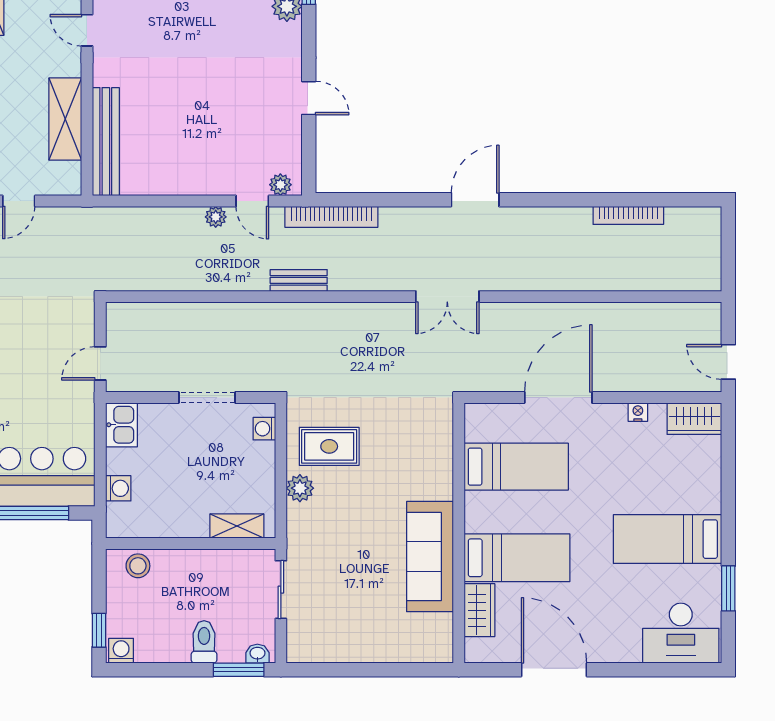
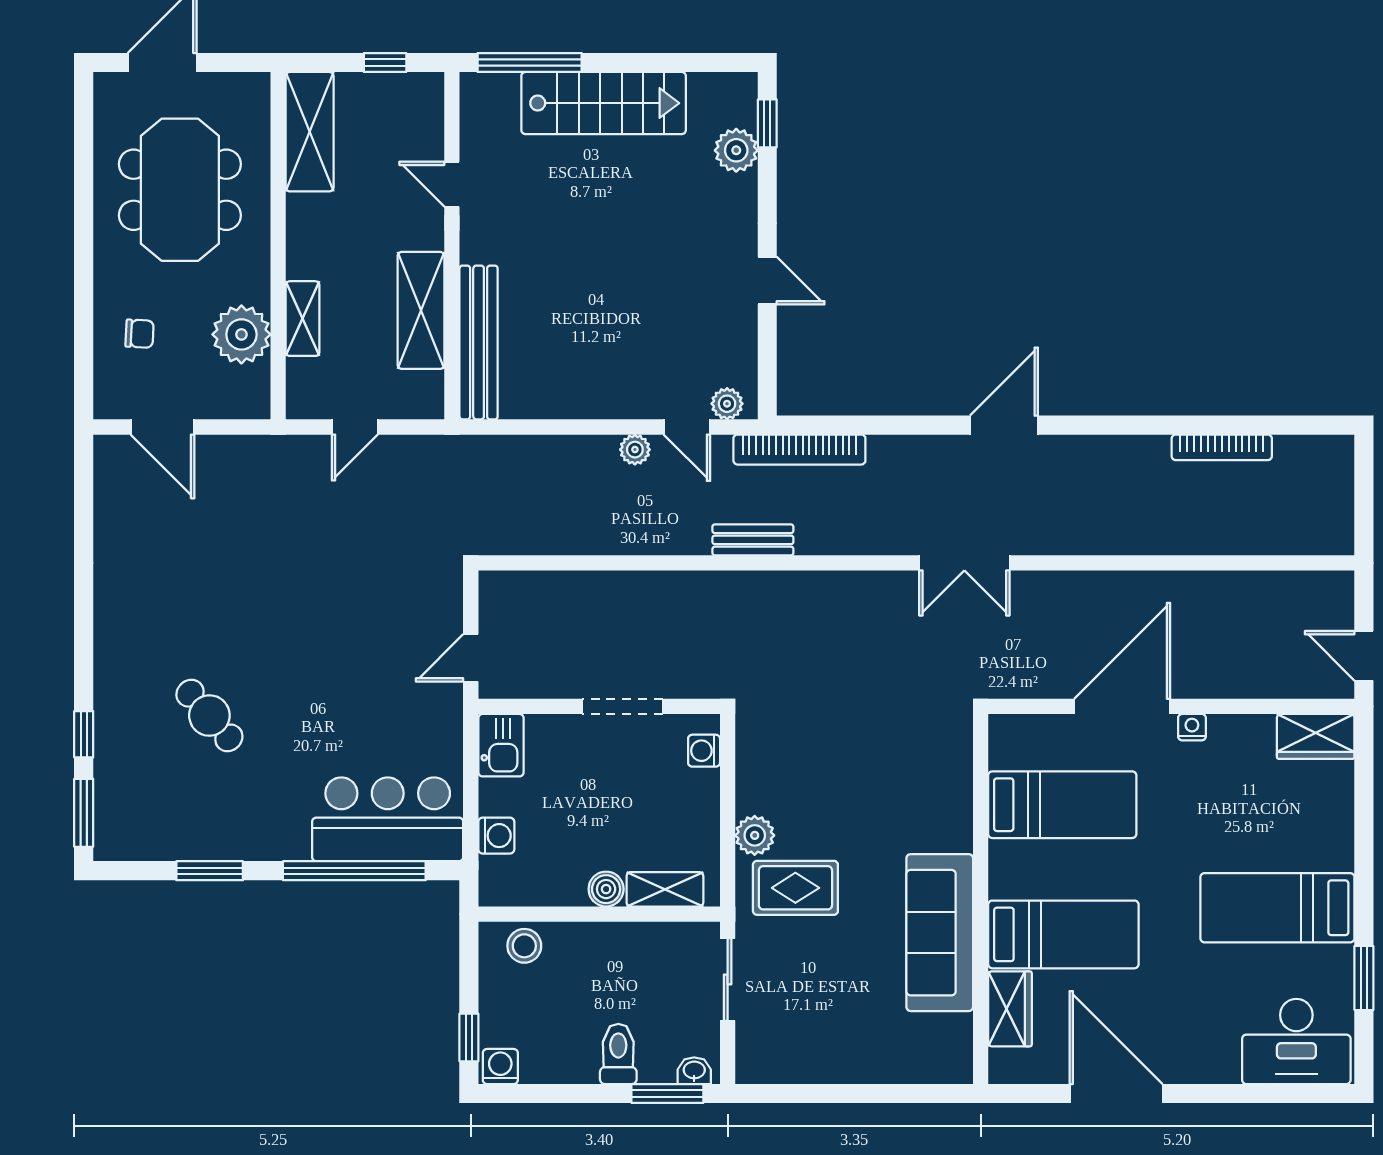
nightstand: (638, 412) -> (1192, 727), moved
rug: (329, 446) -> (795, 888), moved
boiler: (195, 526) -> (606, 889), added

